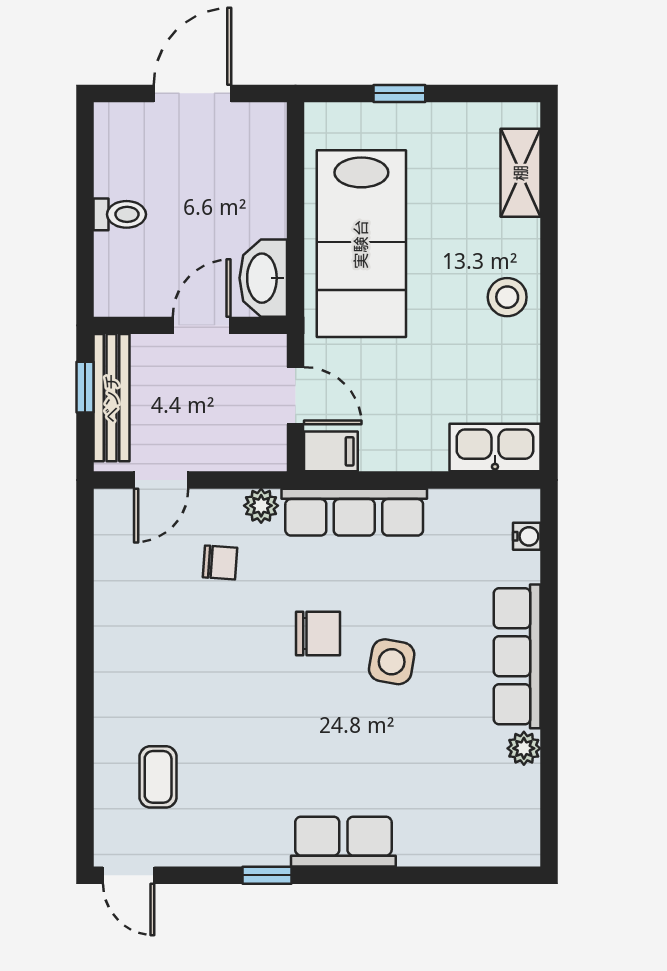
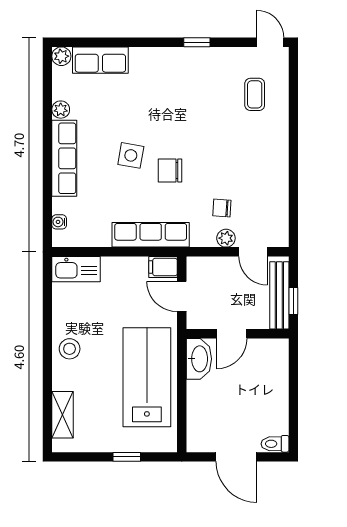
door: (192, 93) -> (236, 457), hinge flipped
toilet: (120, 214) -> (275, 444), moved
door: (161, 480) -> (253, 252), swing flipped
plant: (261, 506) -> (226, 238), moved
row of seats: (343, 842) -> (100, 60), moved
plant: (523, 849) -> (61, 56), added

